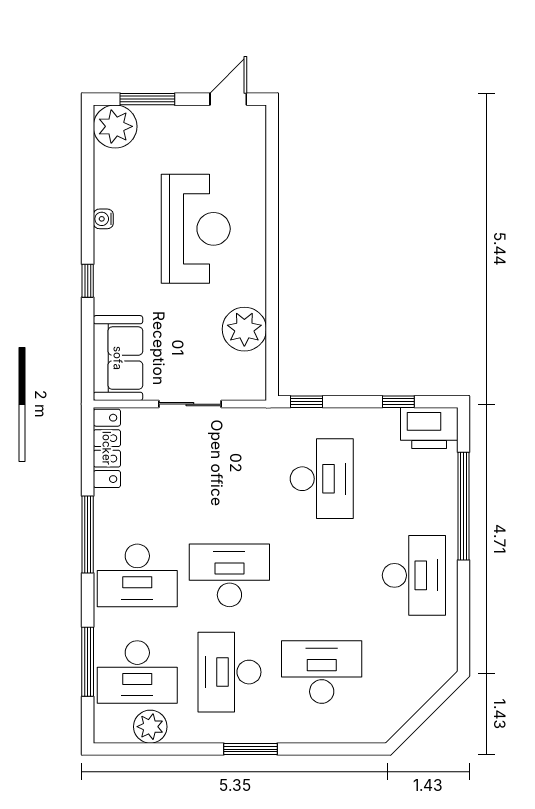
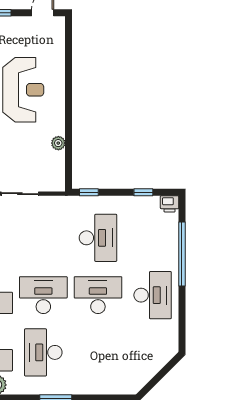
plant: (244, 329) -> (58, 143), width x0.53, depth x0.53
printer: (429, 428) -> (170, 204), width x0.53, depth x0.68
desk: (322, 672) -> (98, 295), moved

